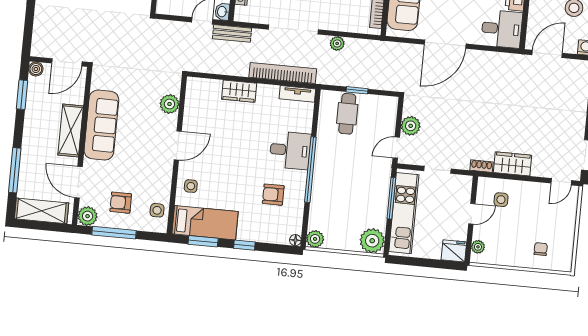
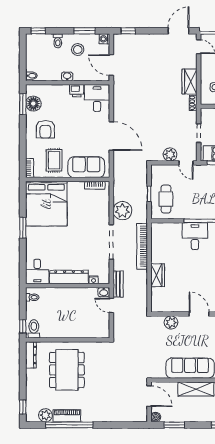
plant: (337, 43) -> (122, 211), width x1.87, depth x1.87
tv unit: (297, 94) -> (155, 235), removed
cafe table: (347, 114) -> (166, 199), turned 90

